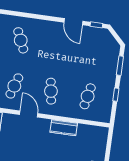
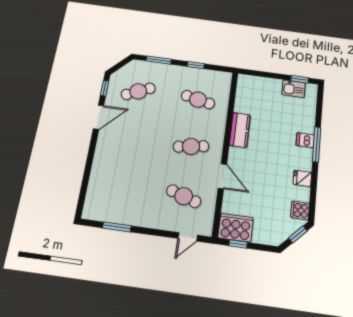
cafe table: (21, 40) -> (138, 91), moved
door: (29, 114) -> (222, 176), swing flipped

